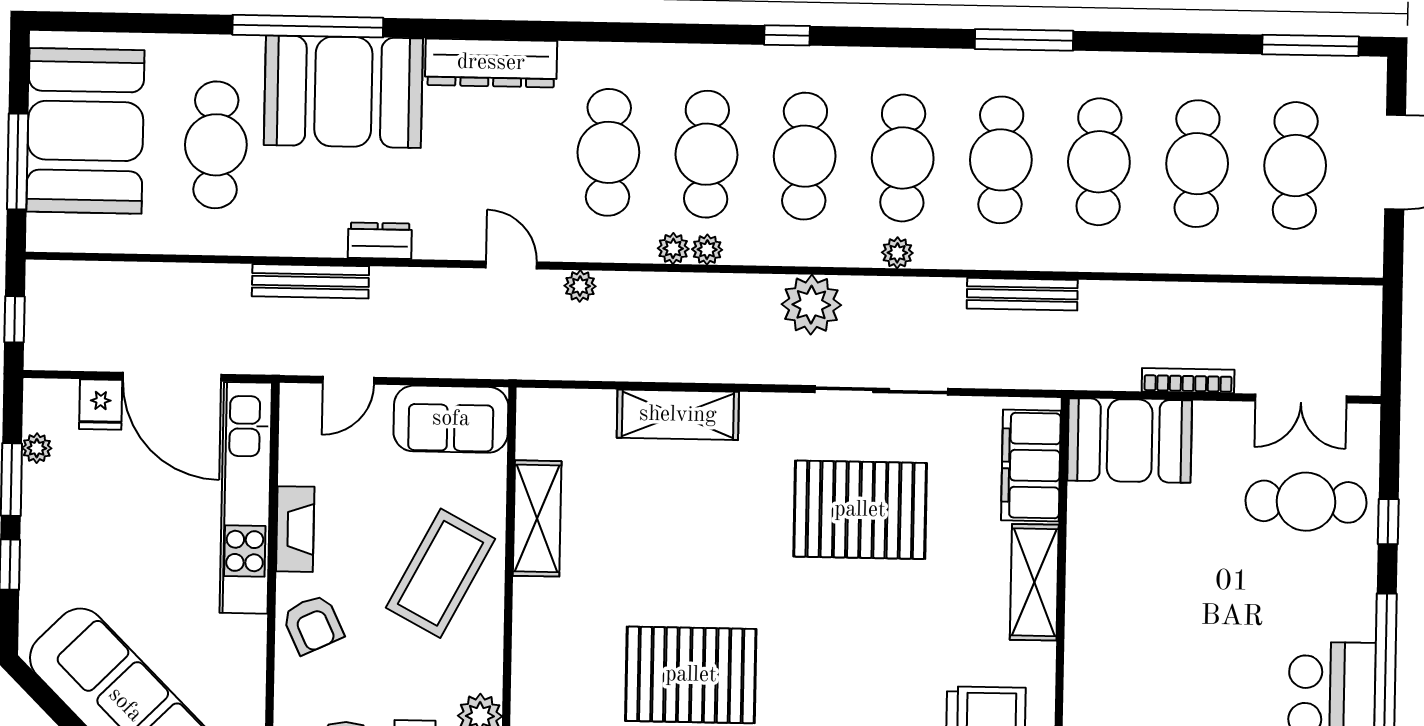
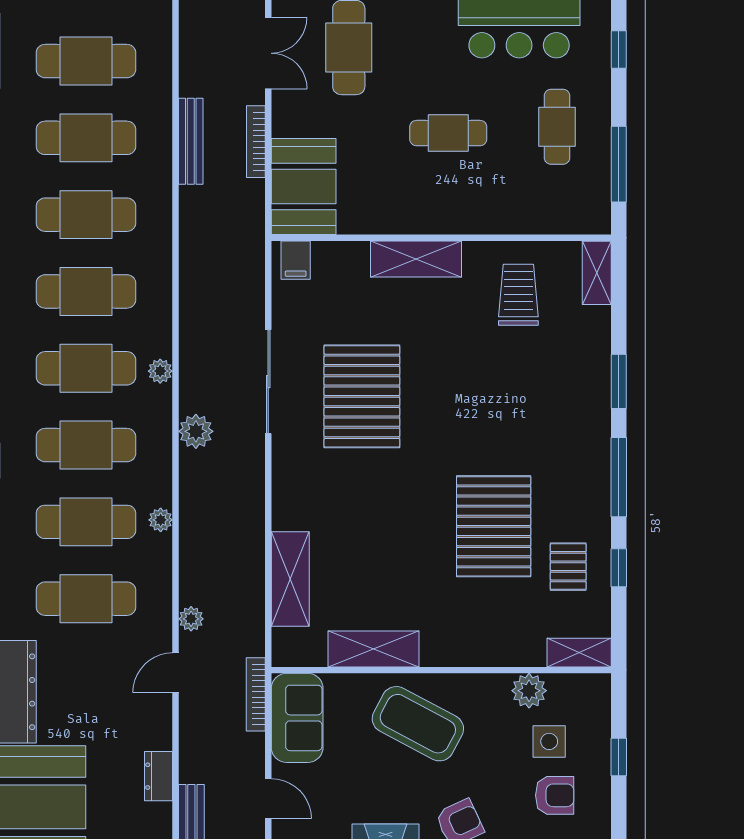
plant: (673, 248) -> (160, 547), removed
bench: (1022, 294) -> (191, 141), moved
plant: (811, 305) -> (196, 431), width x0.73, depth x0.73
bookcase: (482, 367) -> (256, 694), added
shelving: (678, 415) -> (290, 579), moved
filing cabinet: (1031, 465) -> (296, 260), width x0.33, depth x0.86
cafe table: (1194, 627) -> (448, 133), added

